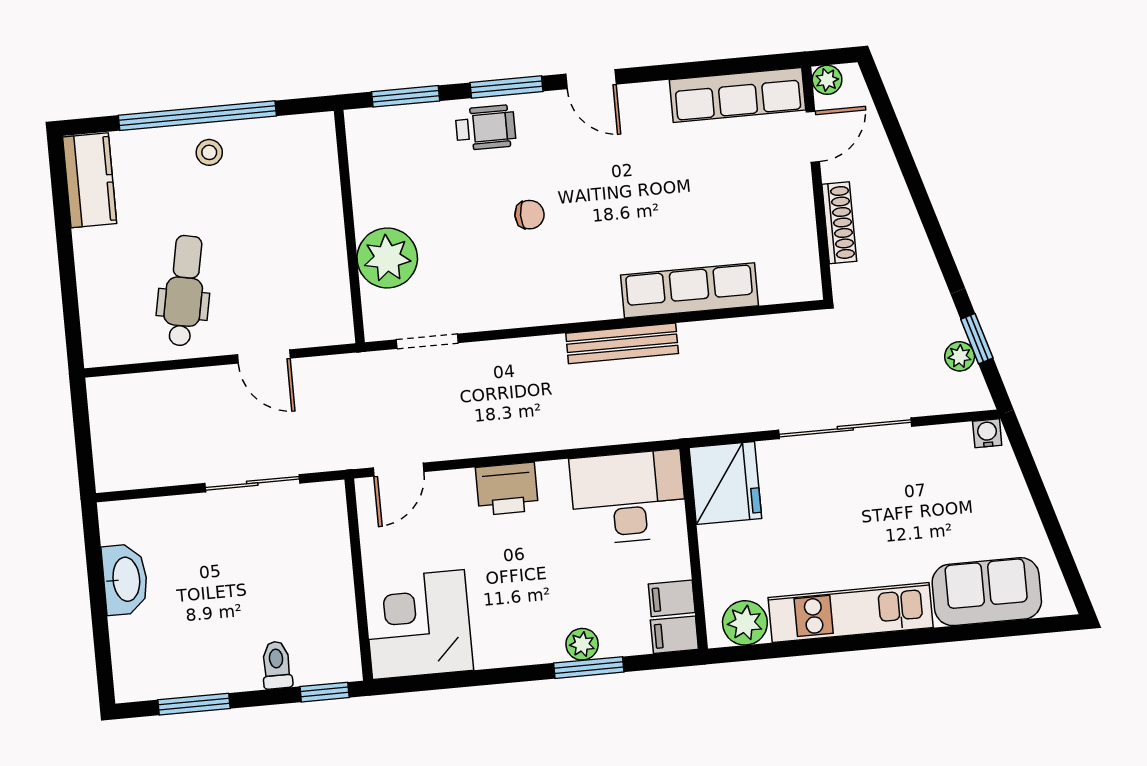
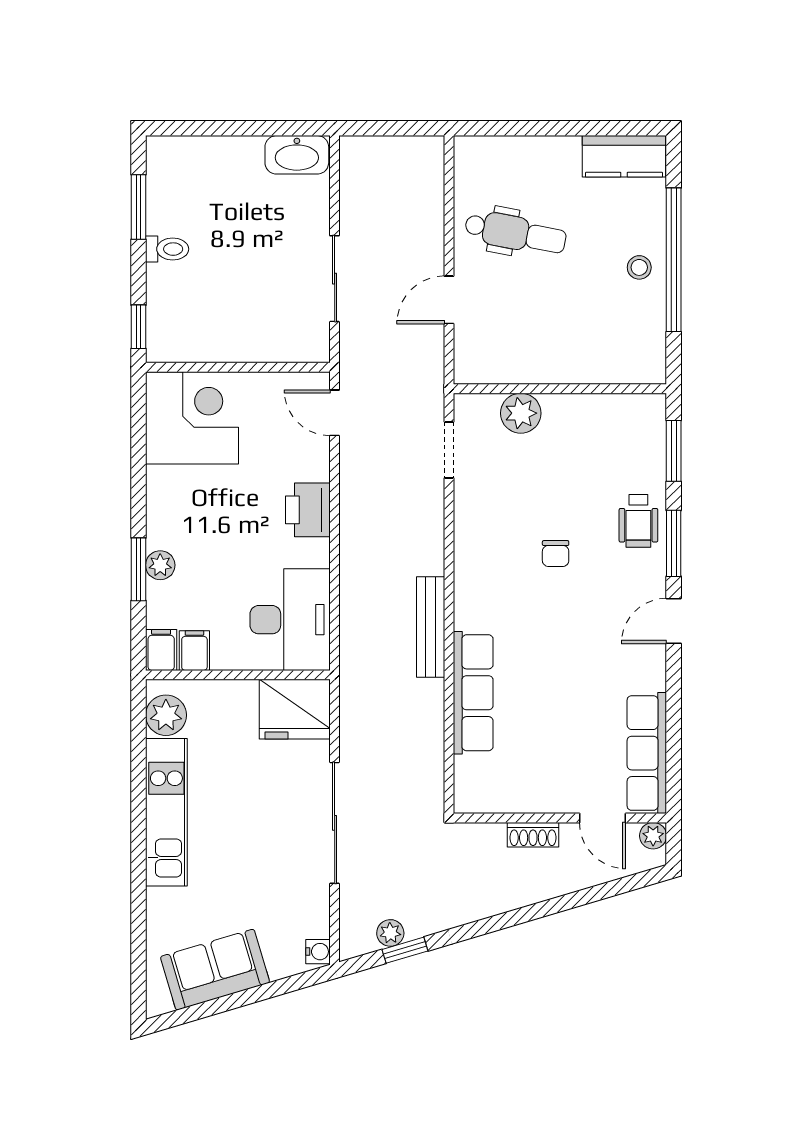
shoe rack: (839, 223) -> (533, 835), width x0.70
plant: (387, 258) -> (521, 413), width x0.73, depth x0.73
washbasin: (125, 579) -> (297, 155), moved
sofa: (987, 592) -> (215, 970), moved, turned -107
toilet: (277, 665) -> (167, 249), moved

